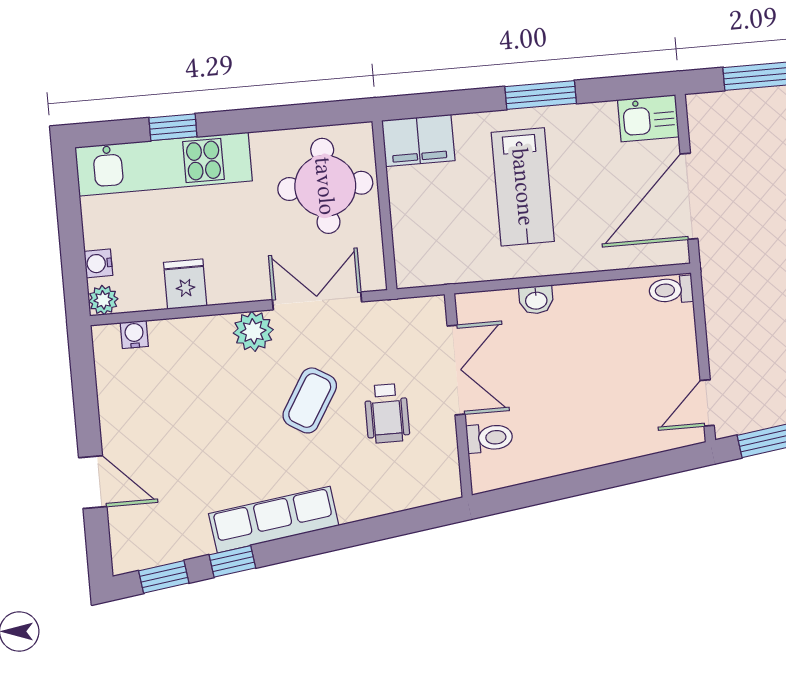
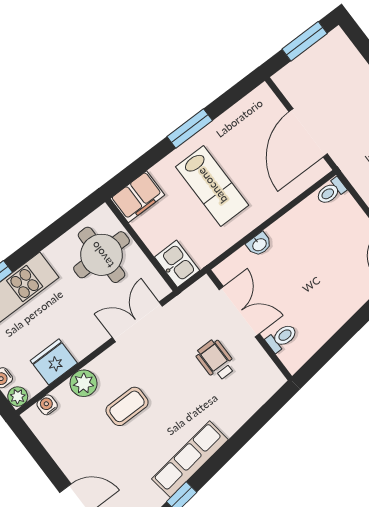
kitchen sink: (648, 118) -> (177, 264), moved, turned -90
fridge: (185, 284) -> (54, 362), width x1.38
plant: (253, 331) -> (84, 383), moved
coffee table: (310, 400) -> (127, 406), moved, turned 59
wheelchair: (387, 413) -> (216, 360), turned 180

